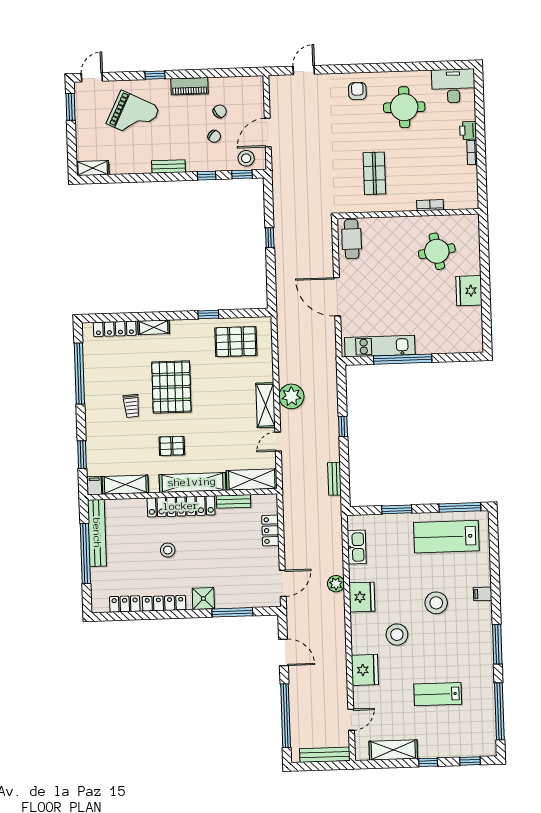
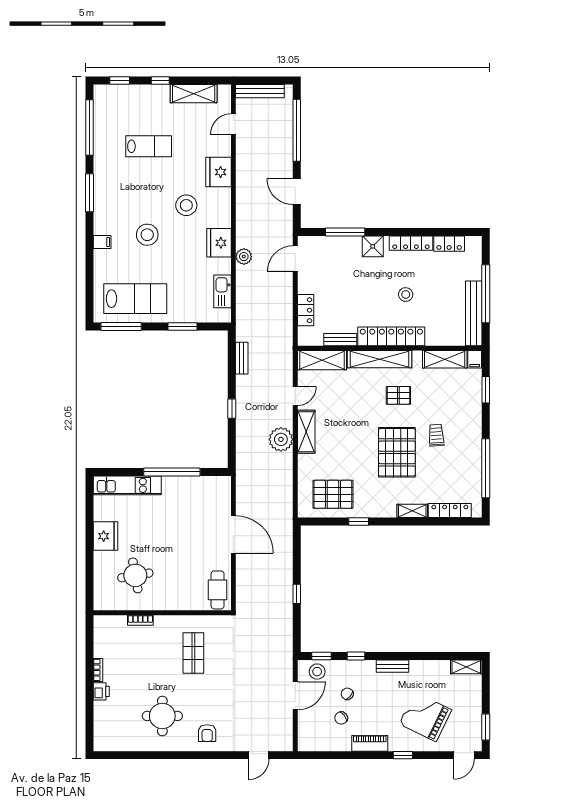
desk: (453, 86) -> (114, 735), removed
kitchen unit: (380, 346) -> (127, 485), moved

